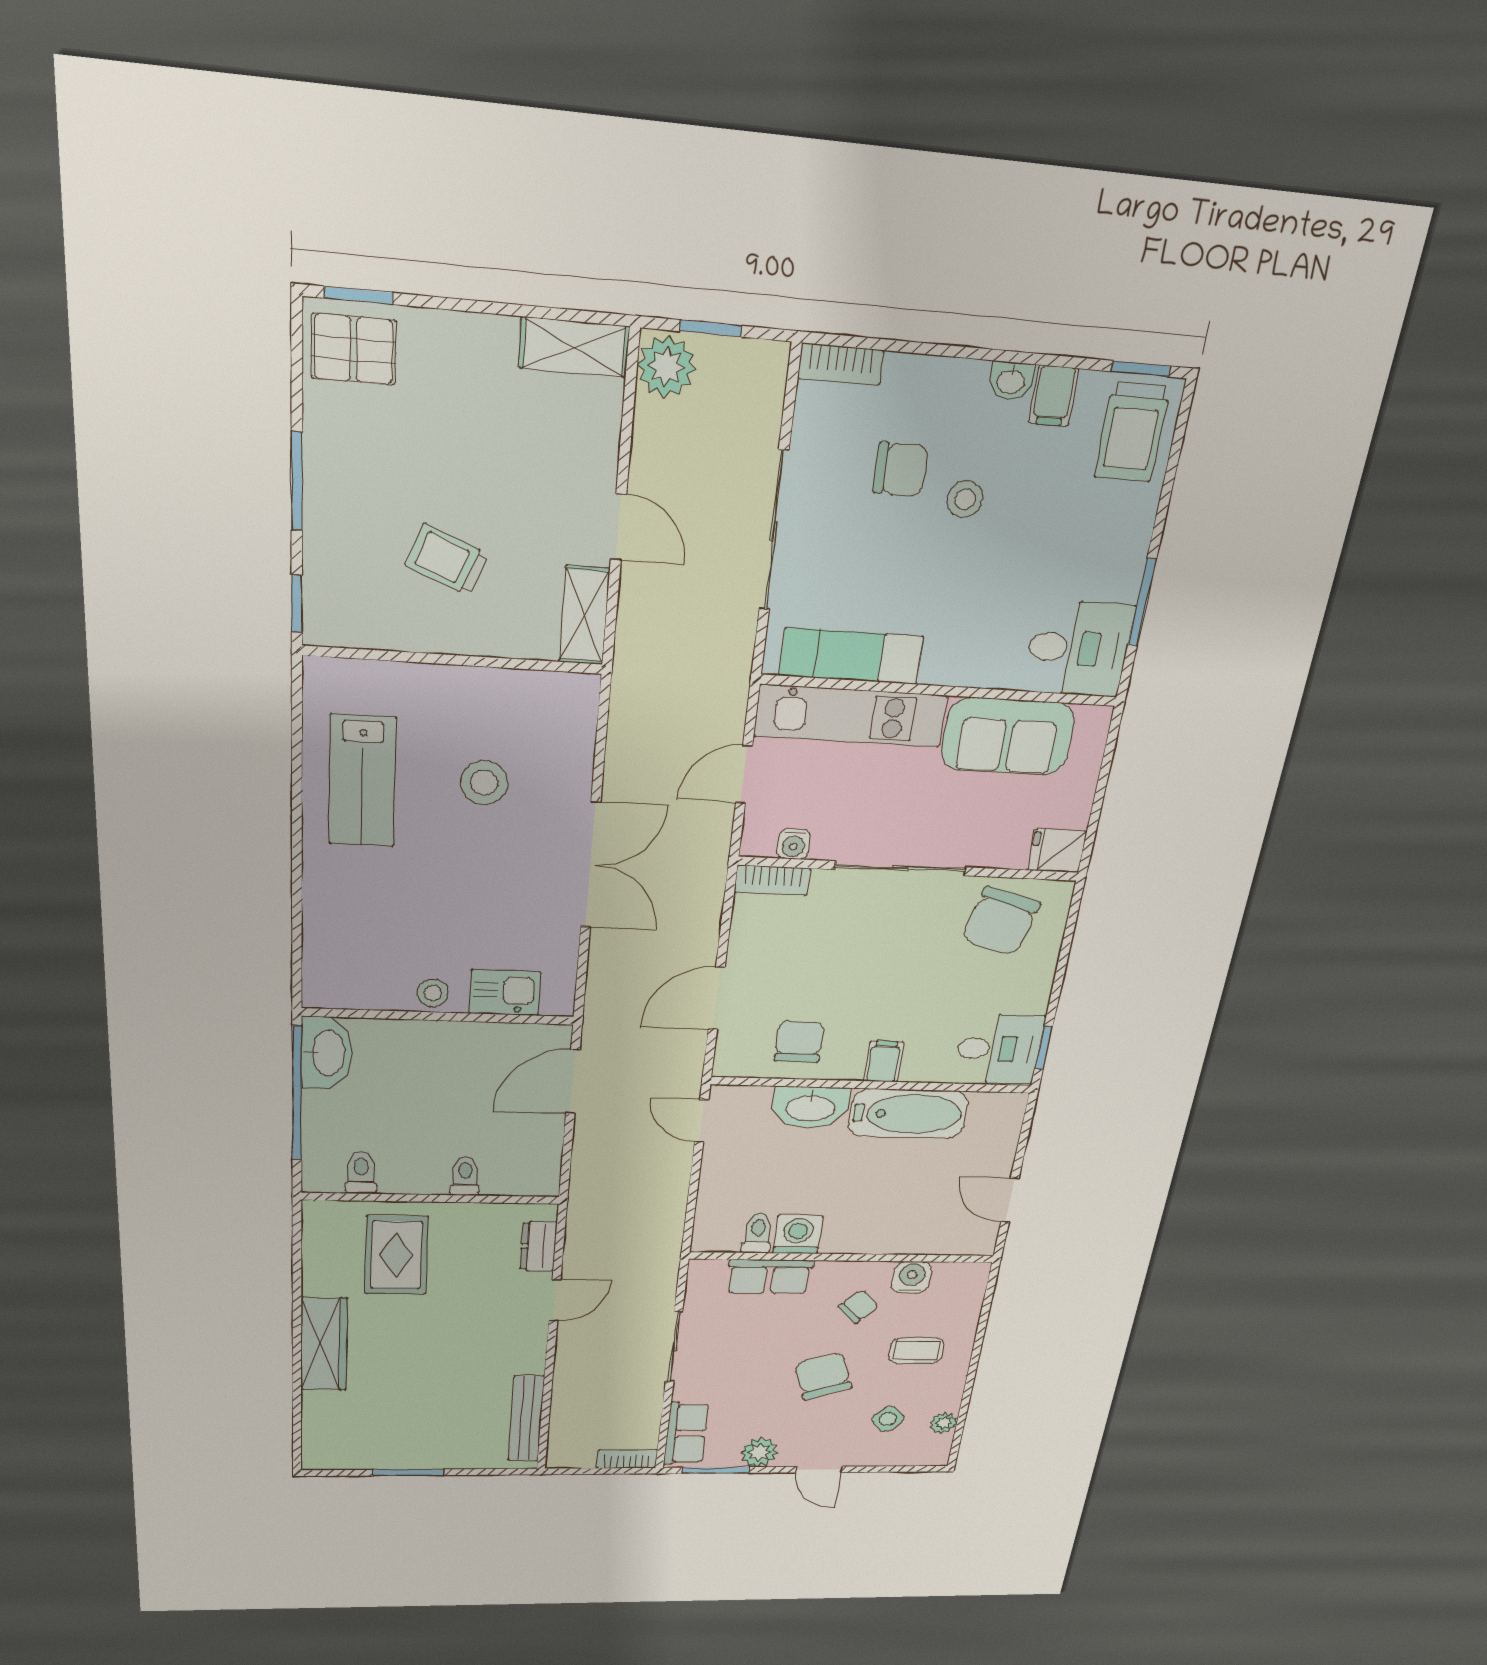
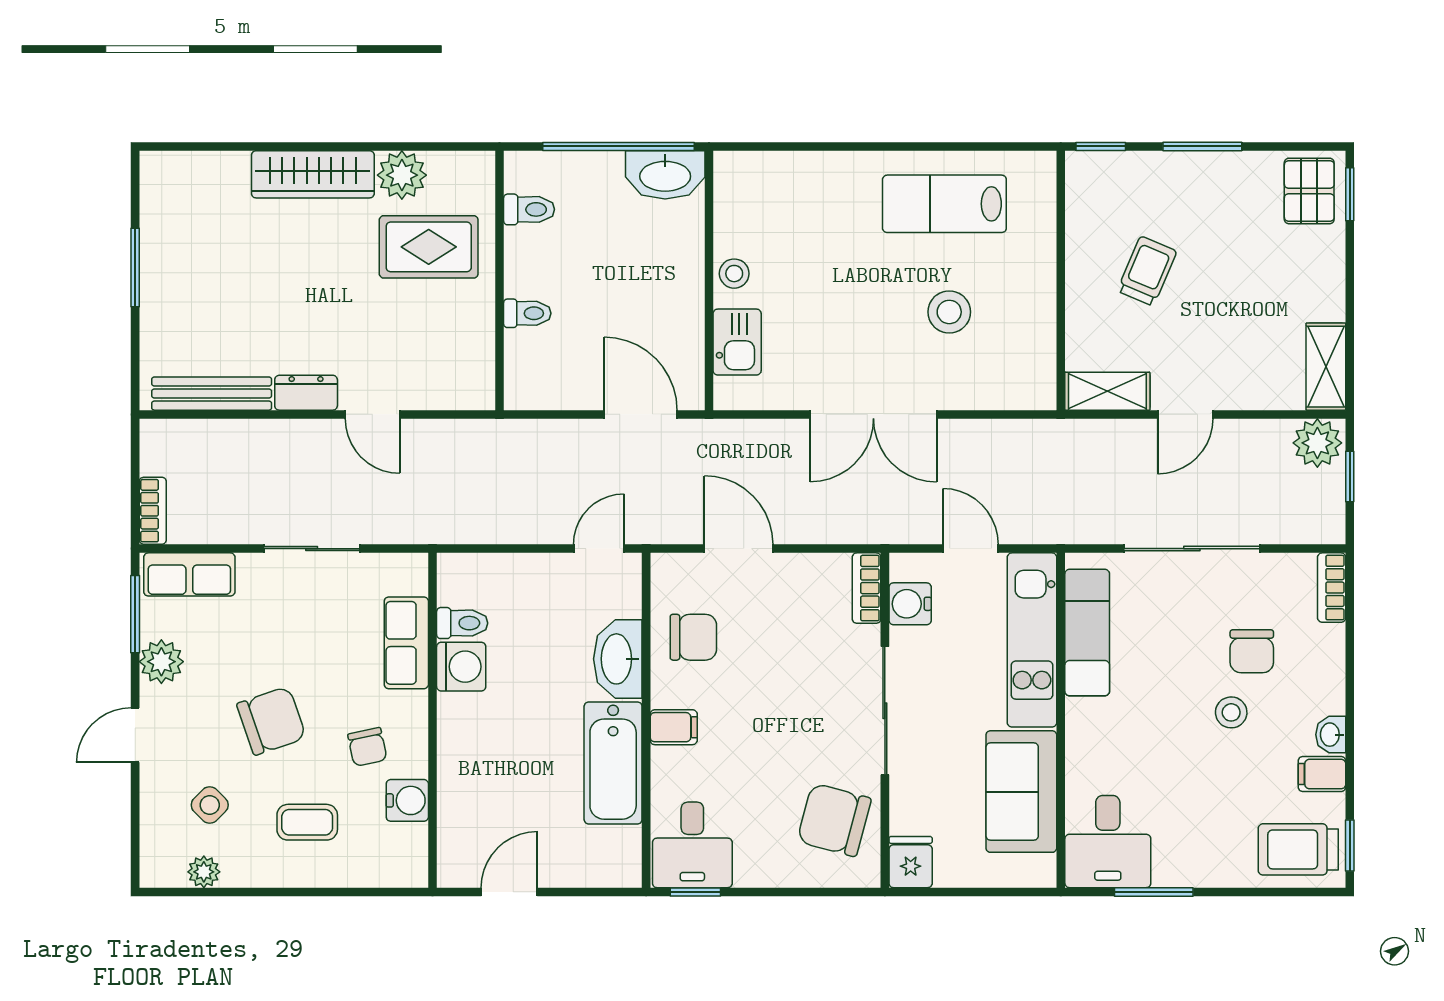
water cooler: (794, 844) -> (910, 604), width x1.38, depth x1.38
dresser: (538, 1246) -> (306, 393), moved
plant: (325, 1276) -> (402, 175), added
chair: (859, 1307) -> (367, 747), turned 33
coffee table: (916, 1351) -> (307, 822), turned 90

